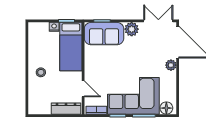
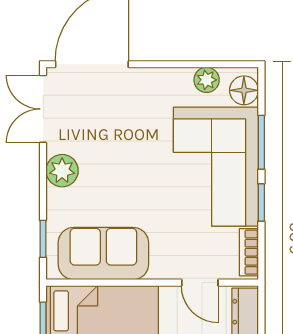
sofa: (104, 34) -> (103, 253), moved, turned -90
plant: (171, 65) -> (207, 80), moved
door: (83, 89) -> (200, 283), swing flipped

